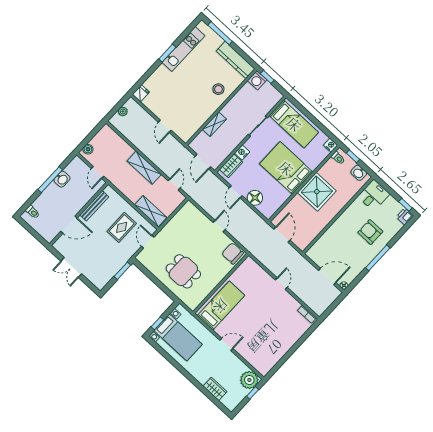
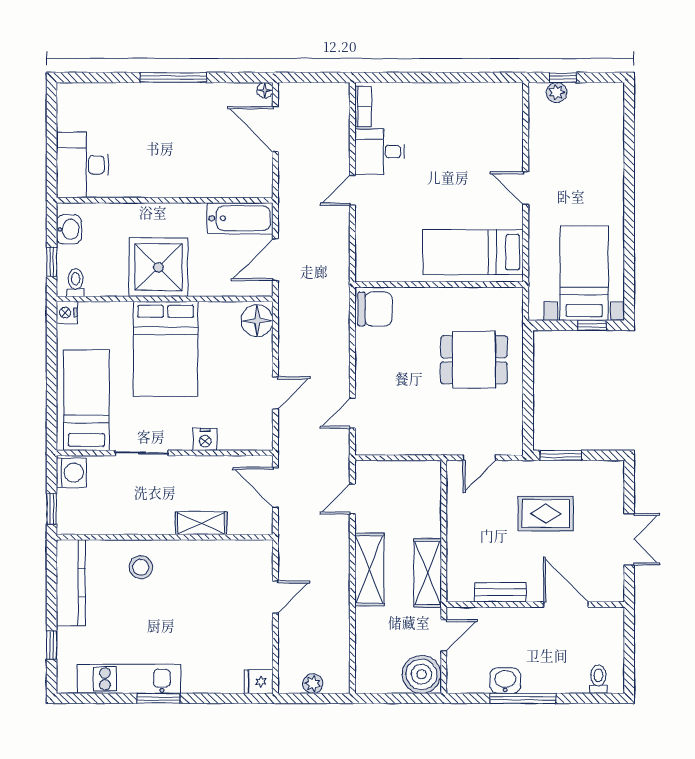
window: (220, 33) -> (52, 645), width x0.46
washing machine: (257, 80) -> (71, 473), moved
boiler: (88, 149) -> (422, 674), width x1.86, depth x1.86
door: (203, 161) -> (275, 487), swing flipped
wardrobe: (231, 166) -> (242, 437), removed
desk: (374, 195) -> (82, 165), width x1.37
floor lamp: (255, 198) -> (257, 321), moved
window: (405, 205) -> (52, 111), removed
bench: (94, 206) -> (500, 592), width x0.73
shelving: (151, 211) -> (428, 573), moved
printer: (405, 216) -> (70, 95), removed
door: (219, 226) -> (352, 413), moved
rug: (122, 227) -> (546, 513), moved
armchair: (370, 232) -> (144, 126), removed
bathtub: (308, 236) -> (240, 218), added
chair: (233, 253) -> (375, 309), turned -90
dining table: (183, 271) -> (474, 360), turned 90
desk: (286, 305) -> (380, 152), added
plant: (249, 380) -> (557, 92), width x0.53, depth x0.53
wardrobe: (215, 389) -> (611, 142), removed

